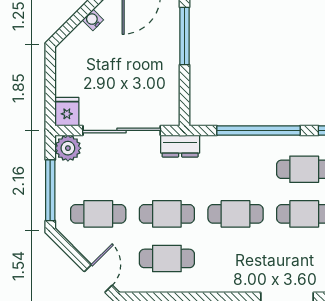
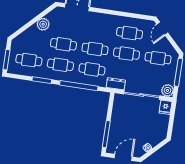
cafe table: (236, 169) -> (92, 69), added

